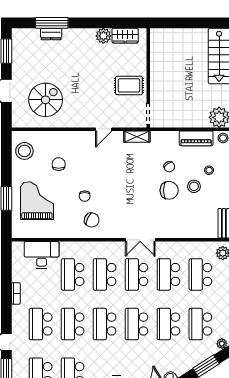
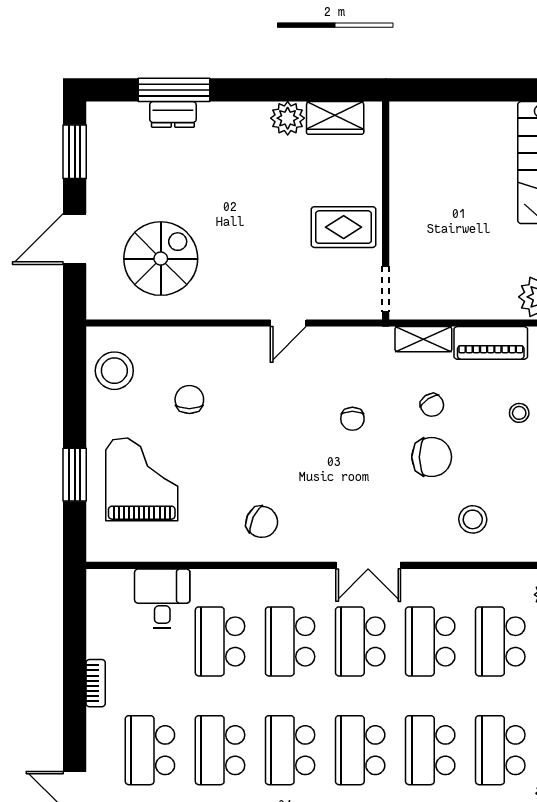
shelving: (137, 137) -> (423, 339), moved
stool: (194, 186) -> (473, 519), moved
chair: (85, 196) -> (352, 419), moved
desk: (42, 255) -> (162, 599), width x0.73

